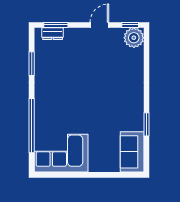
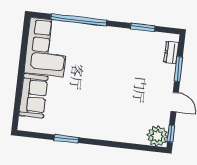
window: (56, 25) -> (178, 69), moved
sofa: (132, 152) -> (33, 96), moved, turned 90

